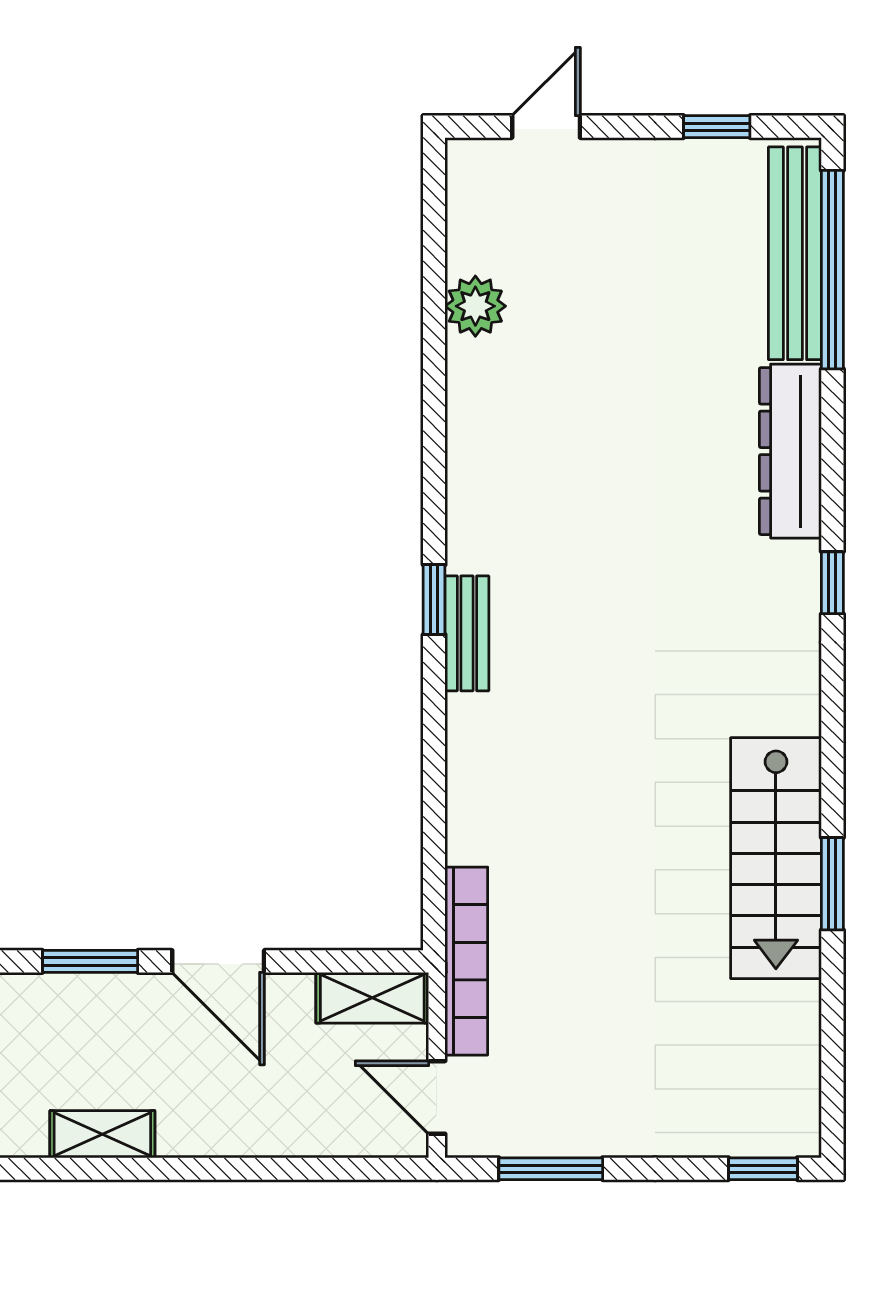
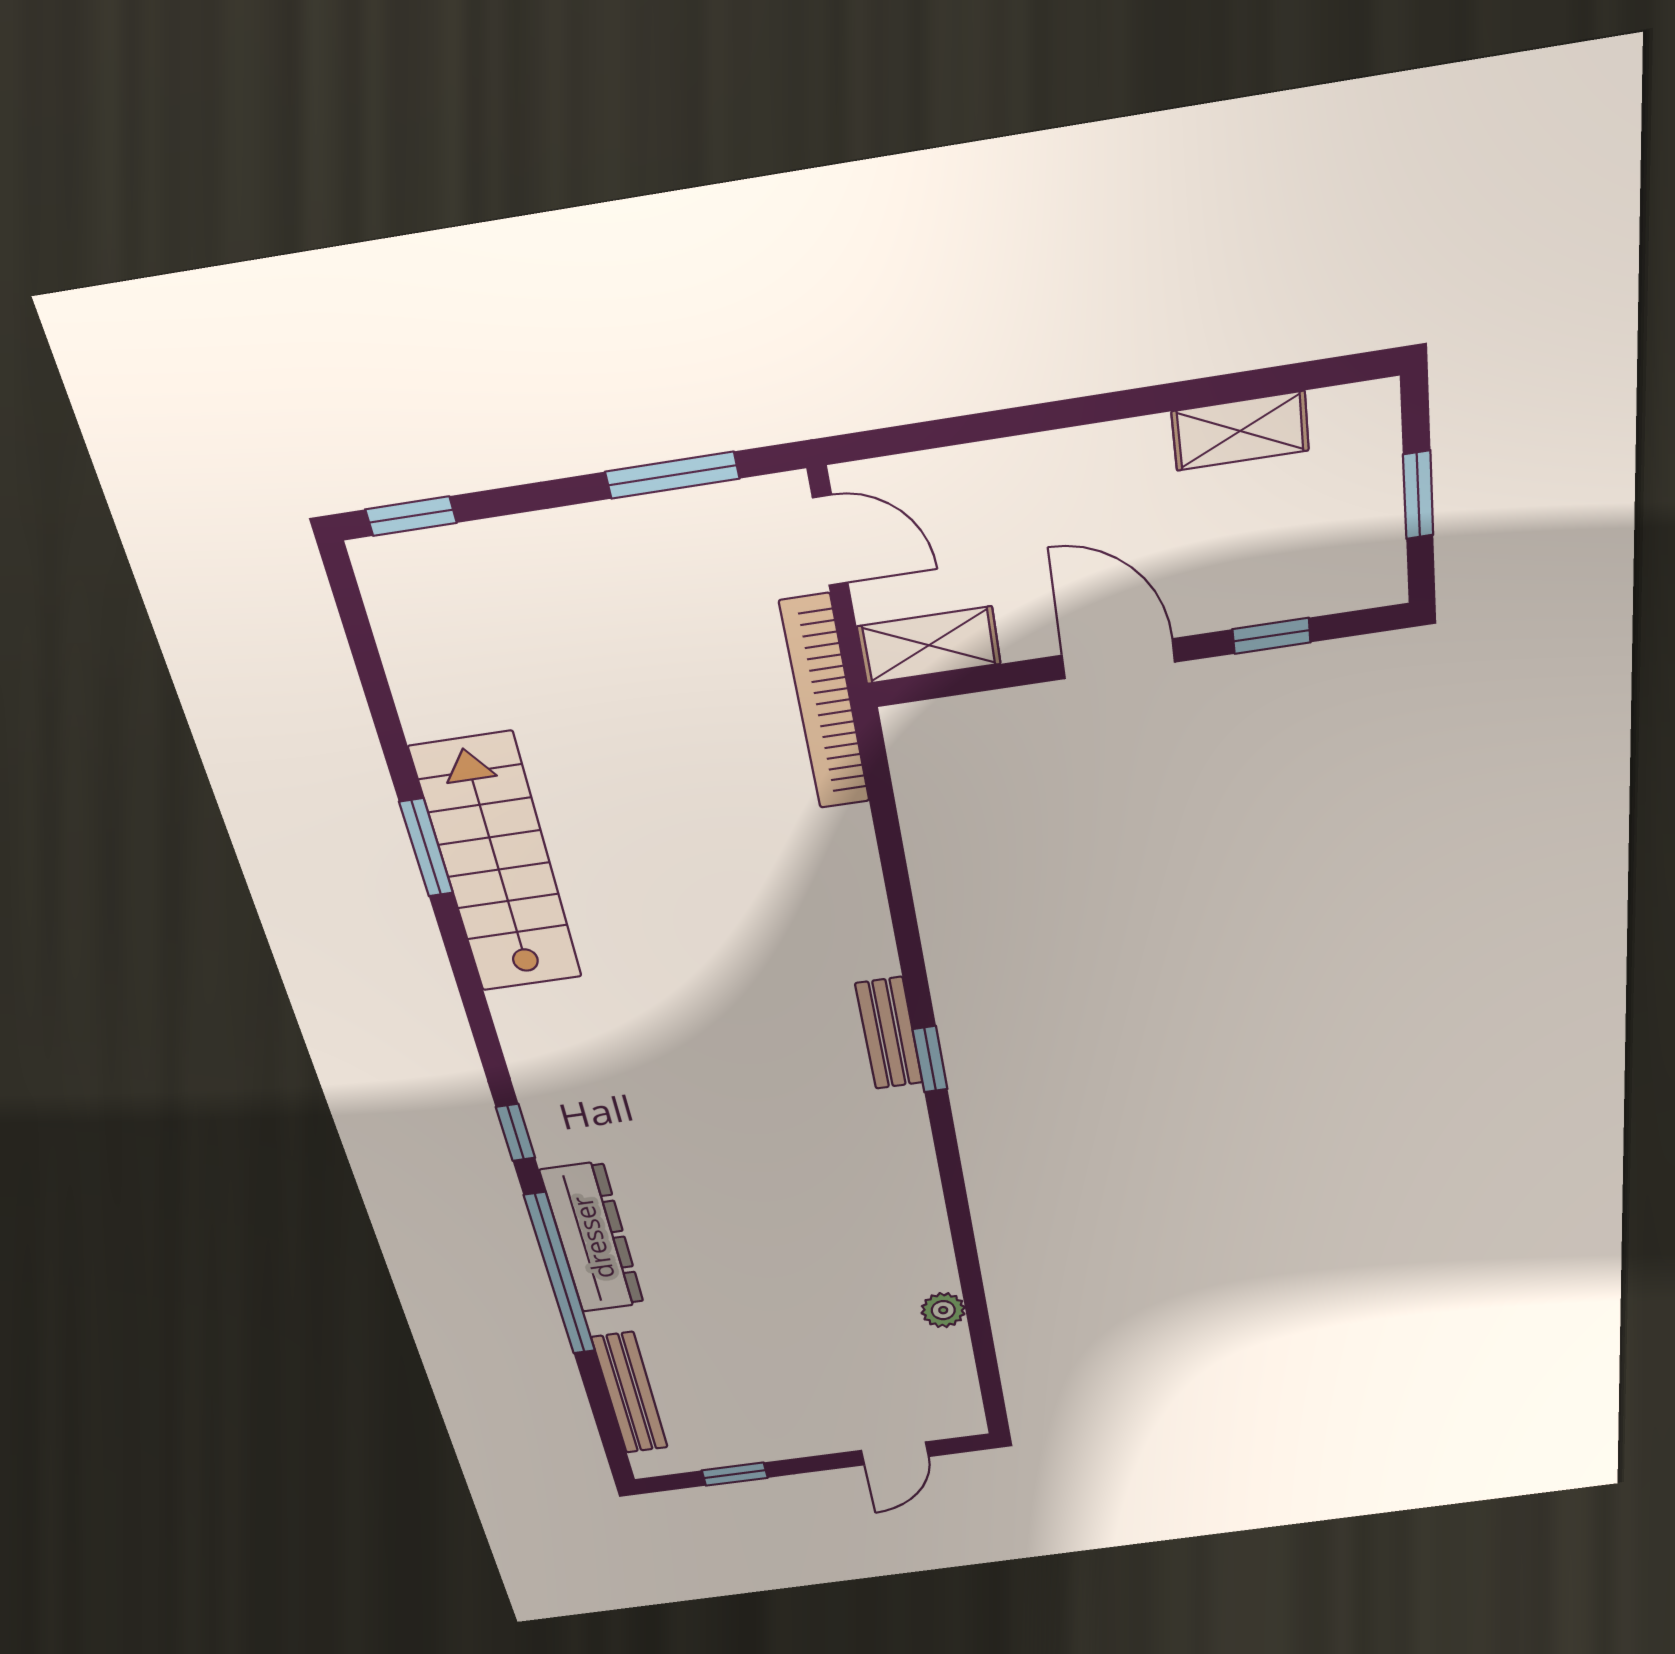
bench: (795, 253) -> (630, 1393), width x0.73, depth x0.82
window: (832, 270) -> (560, 1274), moved
plant: (475, 306) -> (943, 1310), width x0.73, depth x0.73
window: (90, 961) -> (1272, 636), width x0.67

